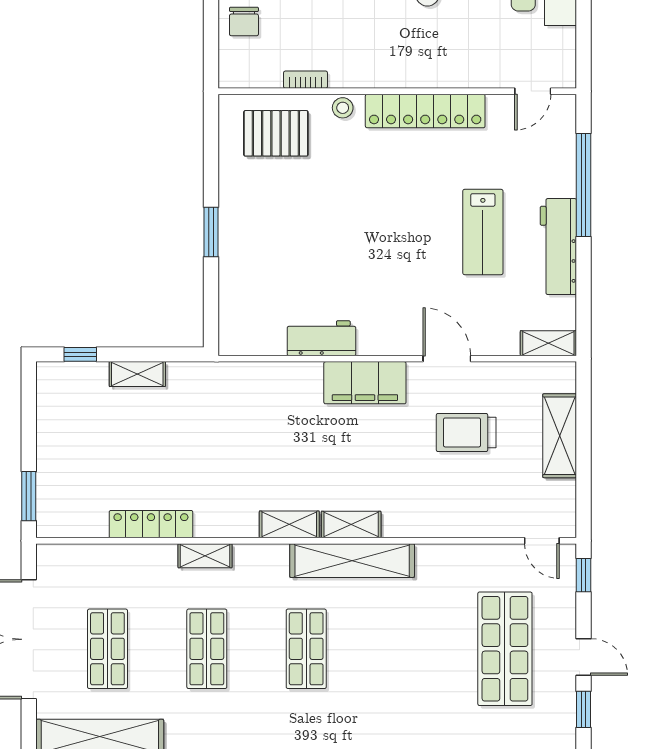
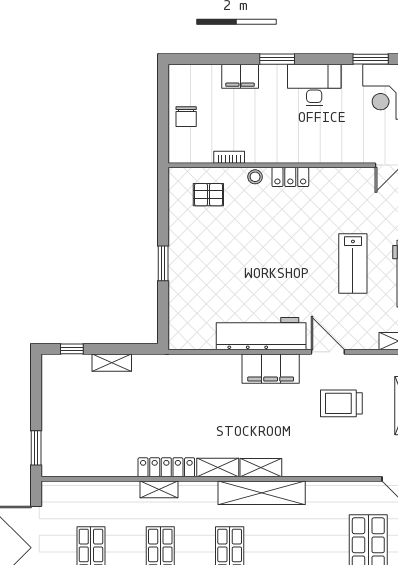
locker: (425, 111) -> (290, 177), width x0.46, depth x0.83
pallet: (276, 133) -> (208, 195), width x0.67, depth x0.71
workbench: (321, 338) -> (261, 334), width x1.88, depth x1.32
locker: (151, 524) -> (166, 467), moved

